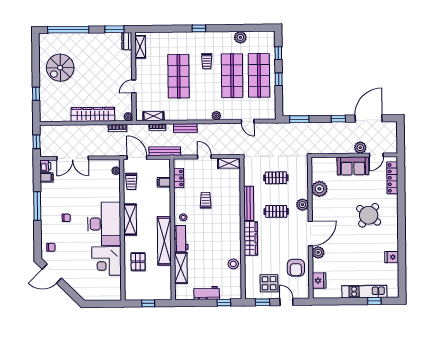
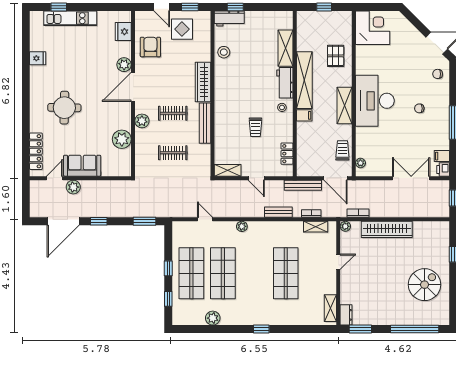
trolley: (207, 61) -> (252, 290), removed
filing cabinet: (164, 182) -> (304, 115), moved
round table: (369, 215) -> (64, 108), turned -37
corner desk: (106, 261) -> (373, 28), moved
workbench: (207, 293) -> (229, 18), moved

